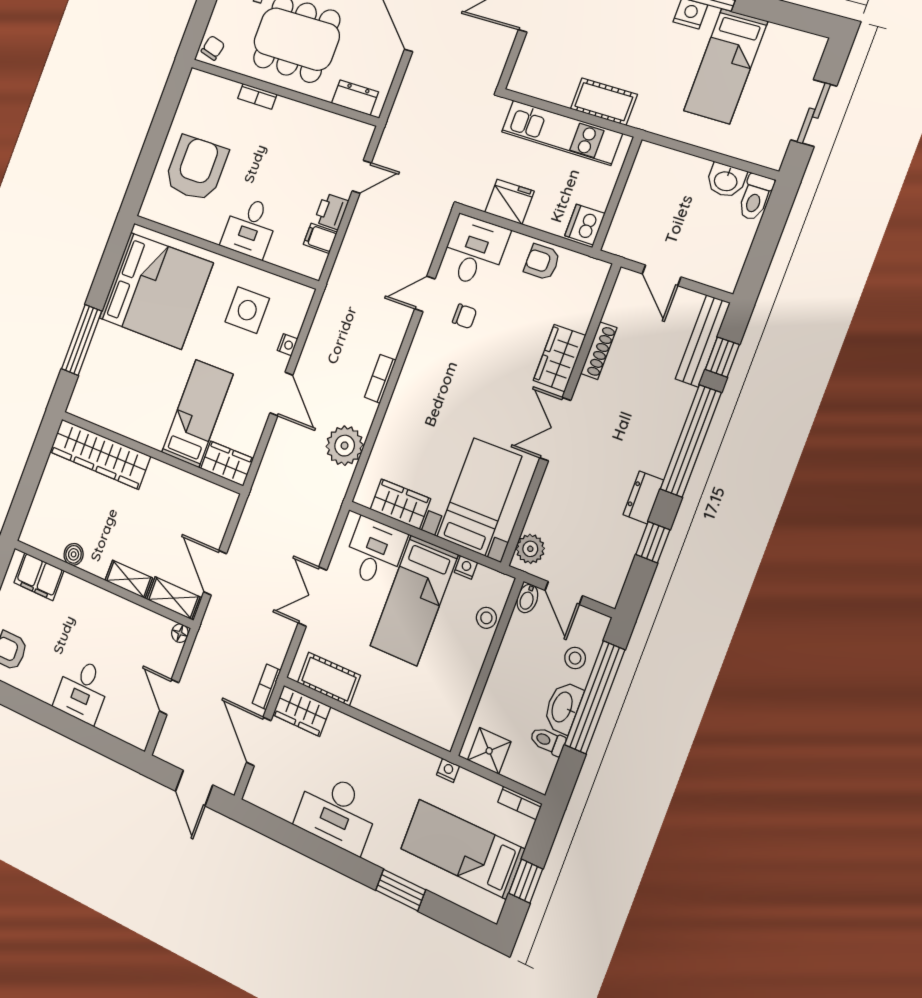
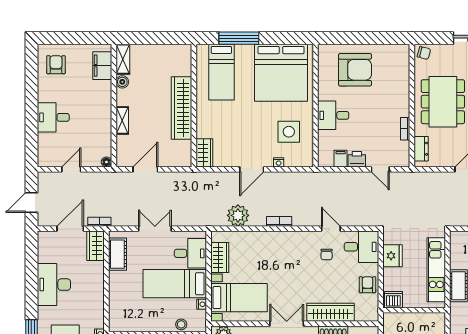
bookcase: (257, 96) -> (405, 129), moved
wardrobe: (559, 358) -> (330, 312), width x1.50
bed: (197, 413) -> (221, 72), moved, turned 90
wardrobe: (100, 454) -> (182, 108), moved
shelving: (173, 598) -> (123, 59), moved

